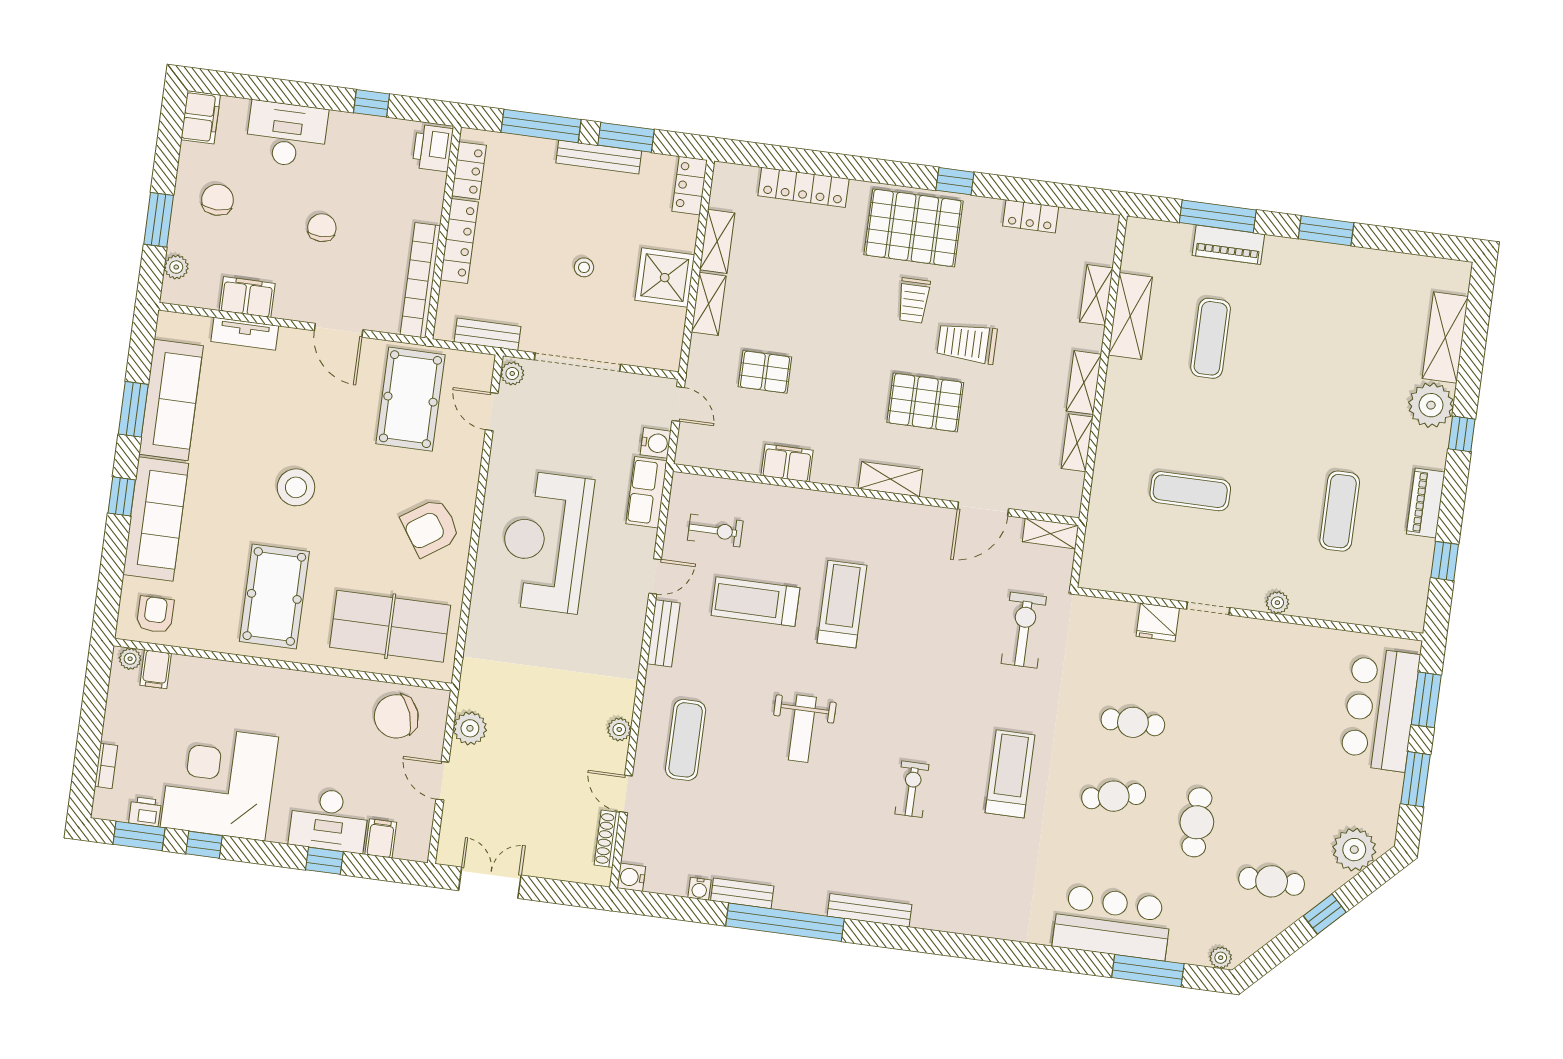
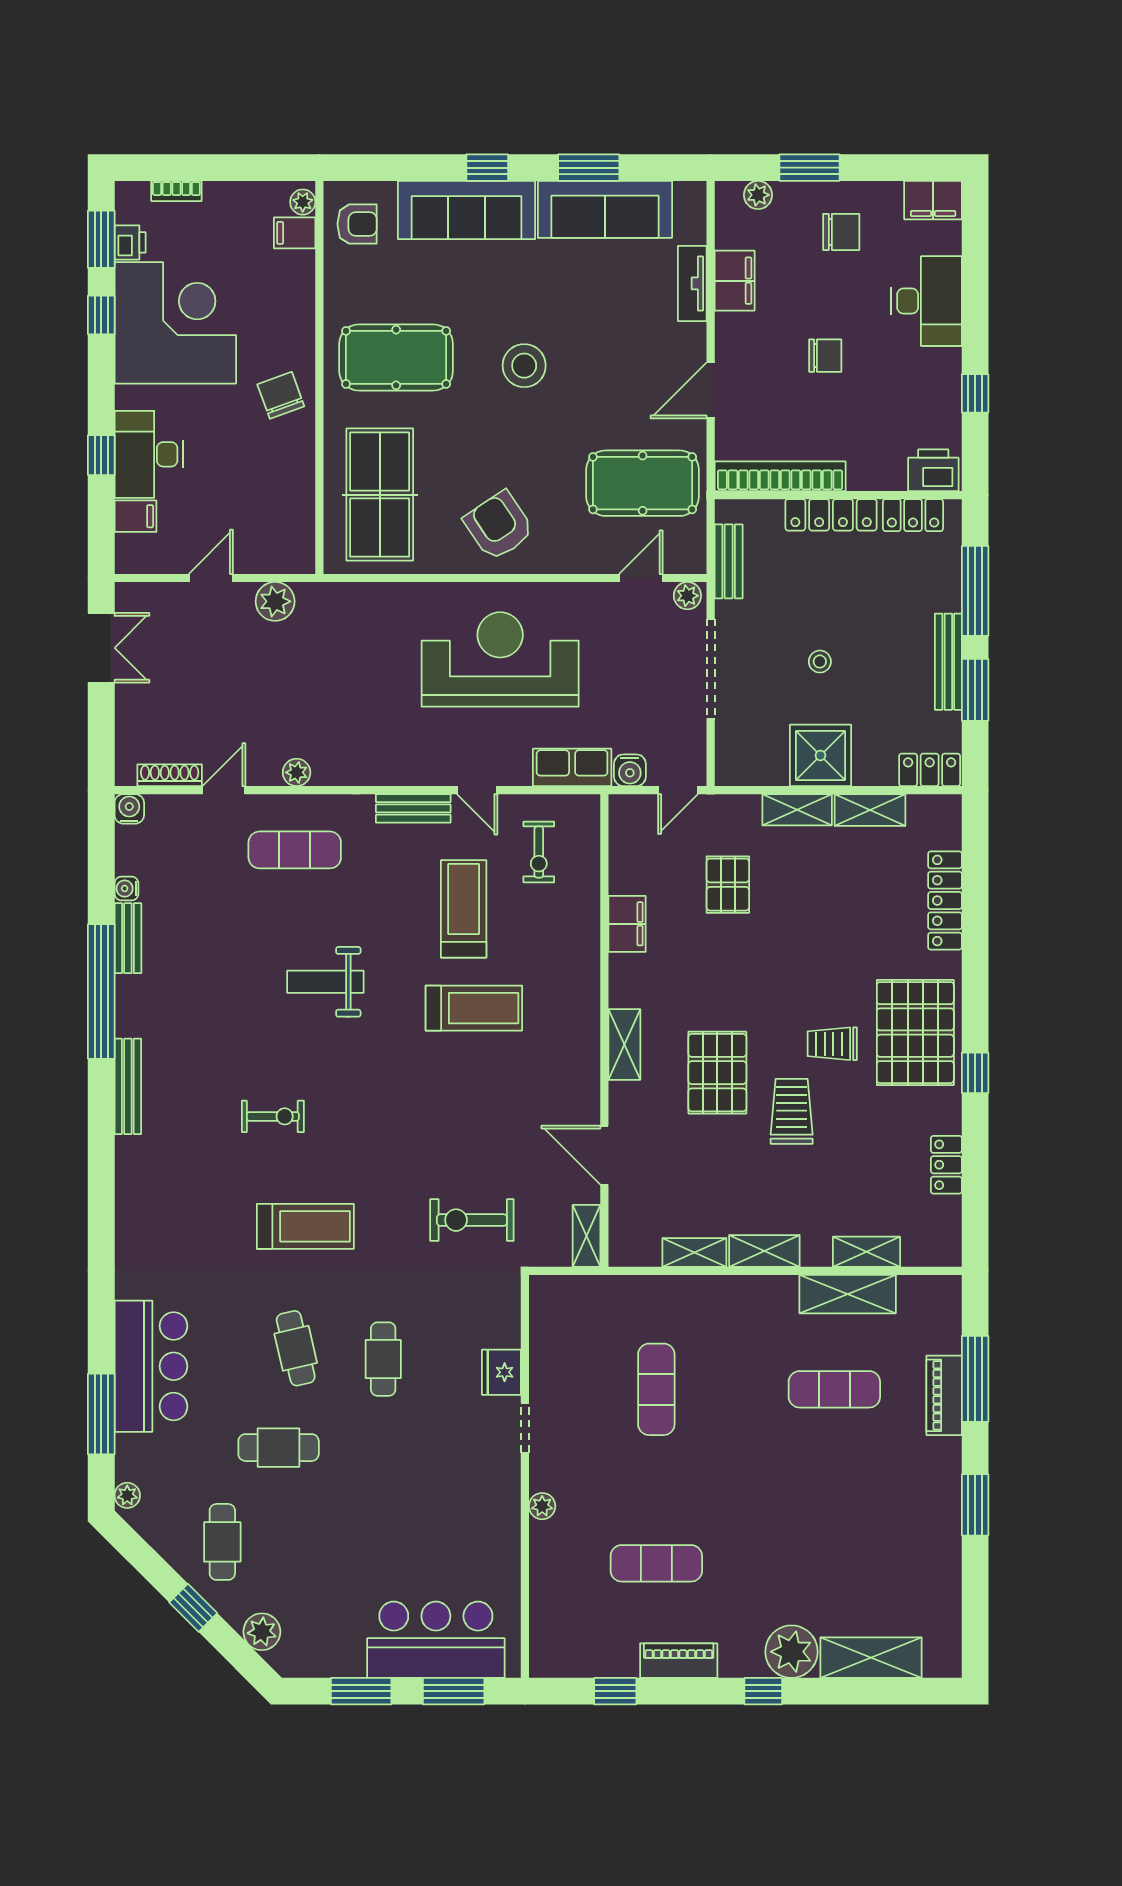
exercise bike: (1024, 630) -> (472, 1220), turned 180
chair: (396, 716) -> (281, 395), moved, width x0.73, depth x0.73
plant: (1354, 850) -> (262, 1632), width x0.73, depth x0.73

